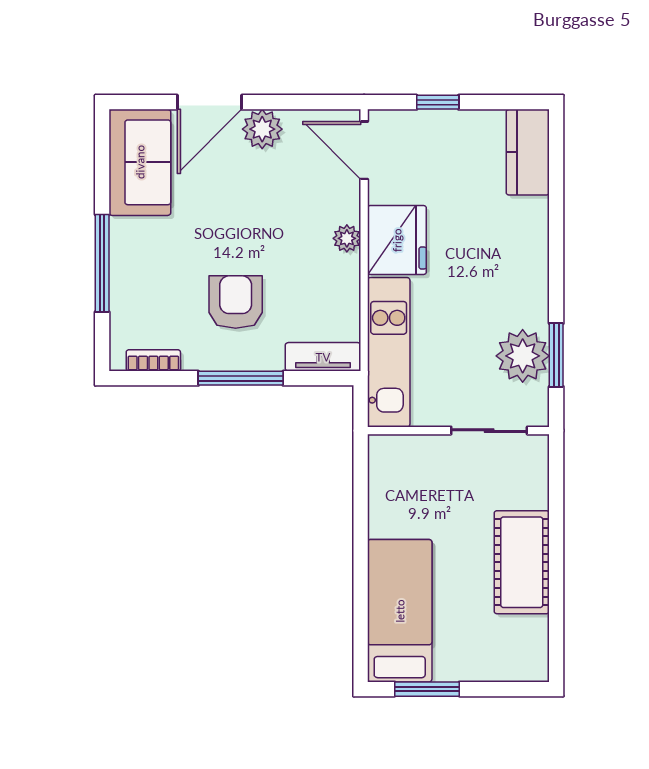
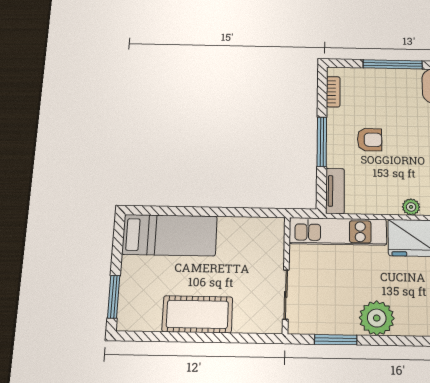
armchair: (236, 302) -> (370, 140), width x0.72, depth x0.72
plant: (523, 356) -> (377, 318), moved
window: (427, 689) -> (114, 297), moved

